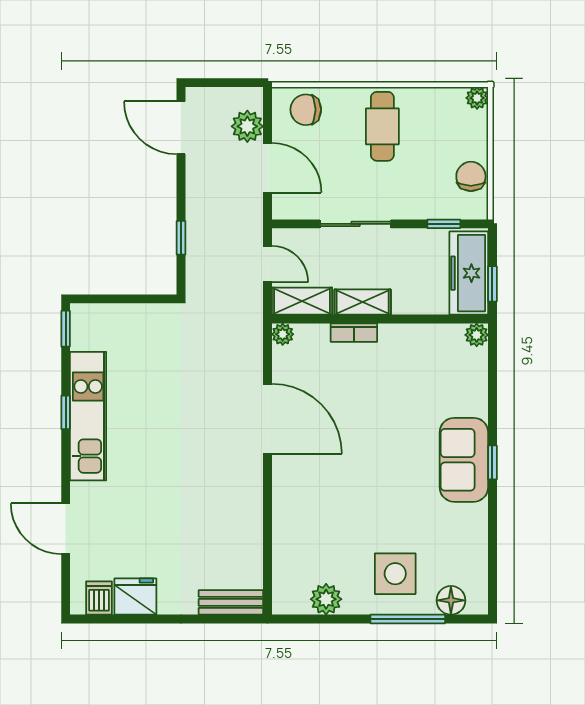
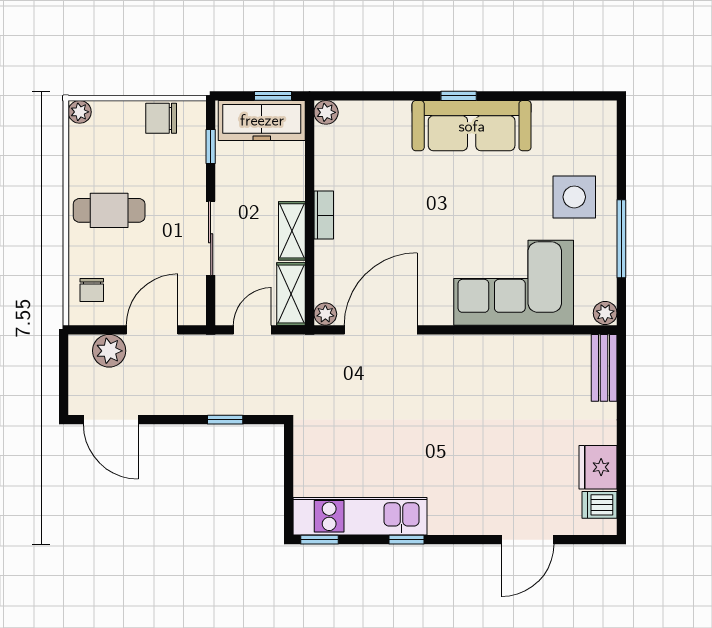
chair: (306, 110) -> (92, 290), width x0.73, depth x0.73
door: (181, 128) -> (111, 420), hinge flipped
bookcase: (354, 333) -> (324, 215), moved
kitchen unit: (88, 416) -> (360, 516), moved
door: (268, 419) -> (381, 330), moved
sofa: (464, 460) -> (472, 126), width x1.36
corner sofa: (313, 515) -> (514, 283), added
plant: (326, 599) -> (605, 313), moved, width x0.73, depth x0.73
floor lamp: (451, 600) -> (602, 139), removed
window: (408, 619) -> (621, 239), moved

